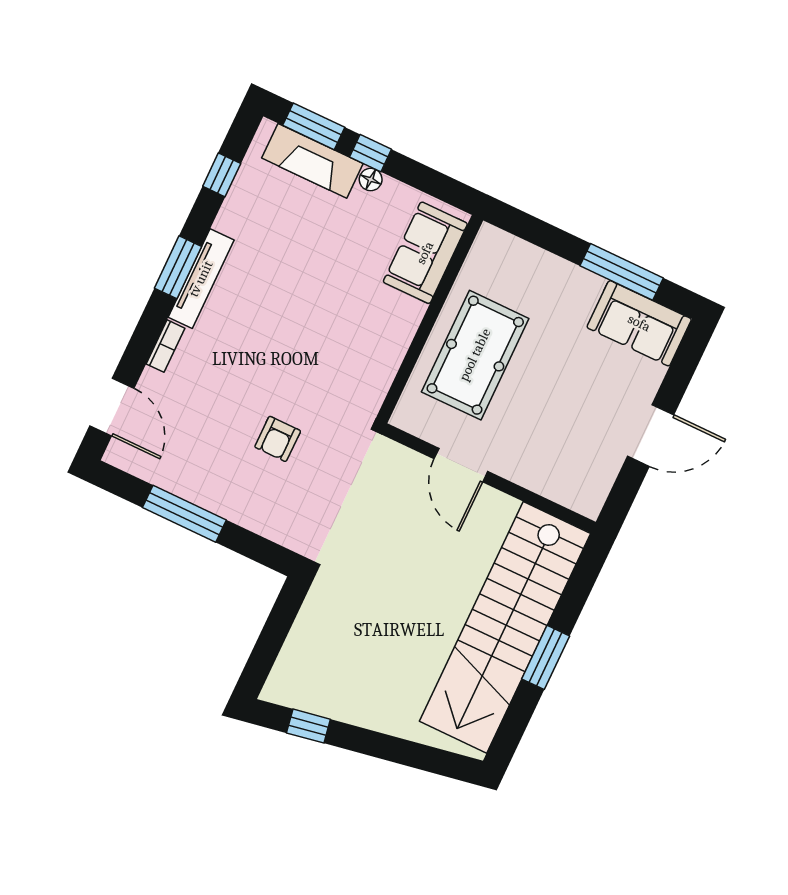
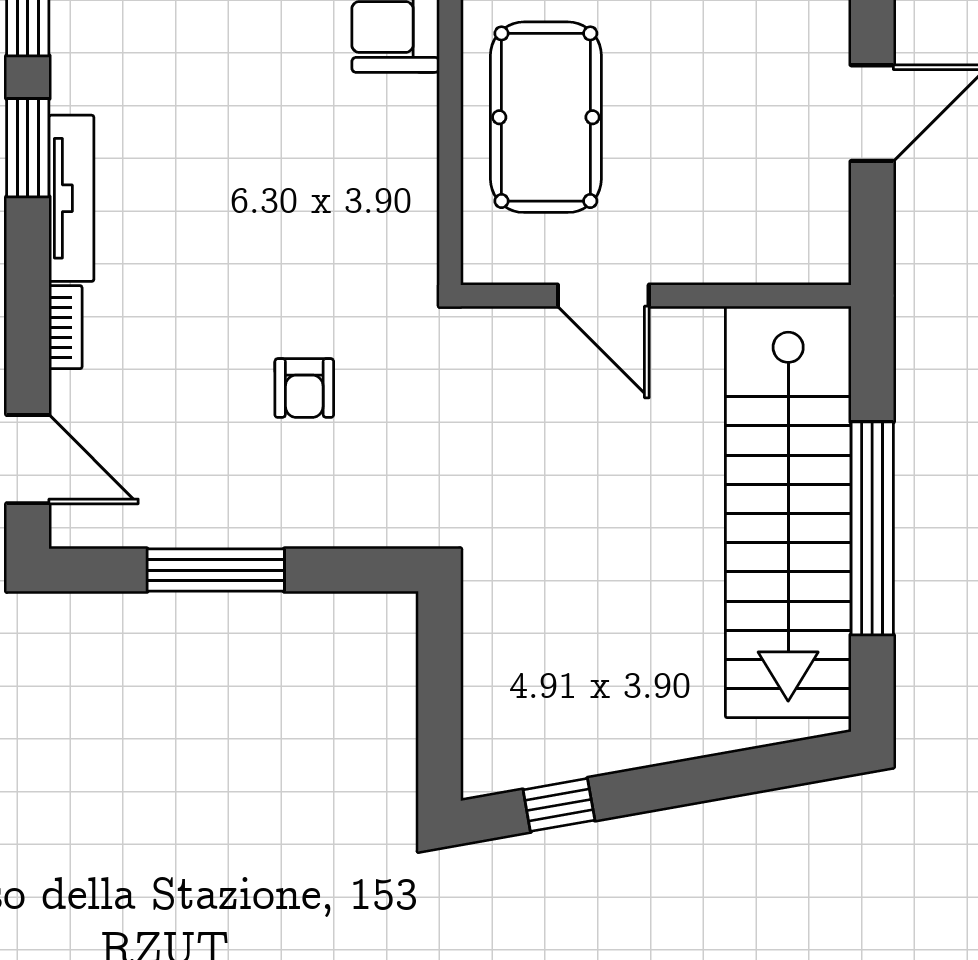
window: (178, 267) -> (28, 148), moved
window: (546, 657) -> (872, 528), width x2.11

